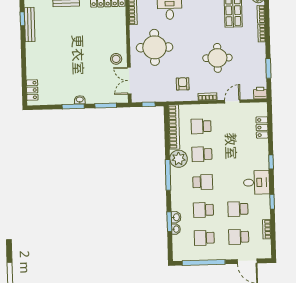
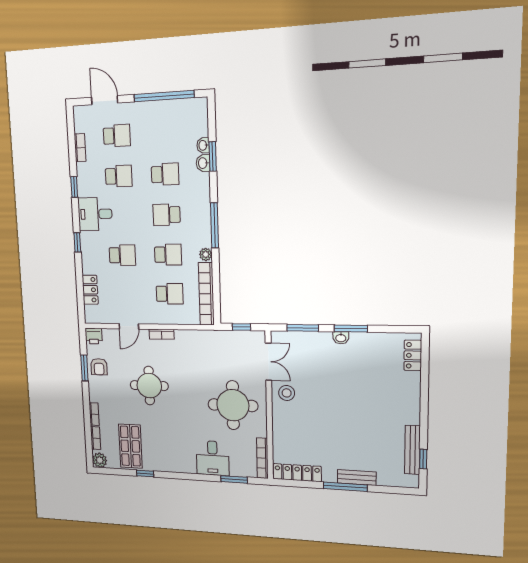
armchair: (183, 84) -> (99, 367), moved
plant: (179, 159) -> (206, 254), width x0.53, depth x0.53
school desk: (204, 238) -> (122, 255), moved

